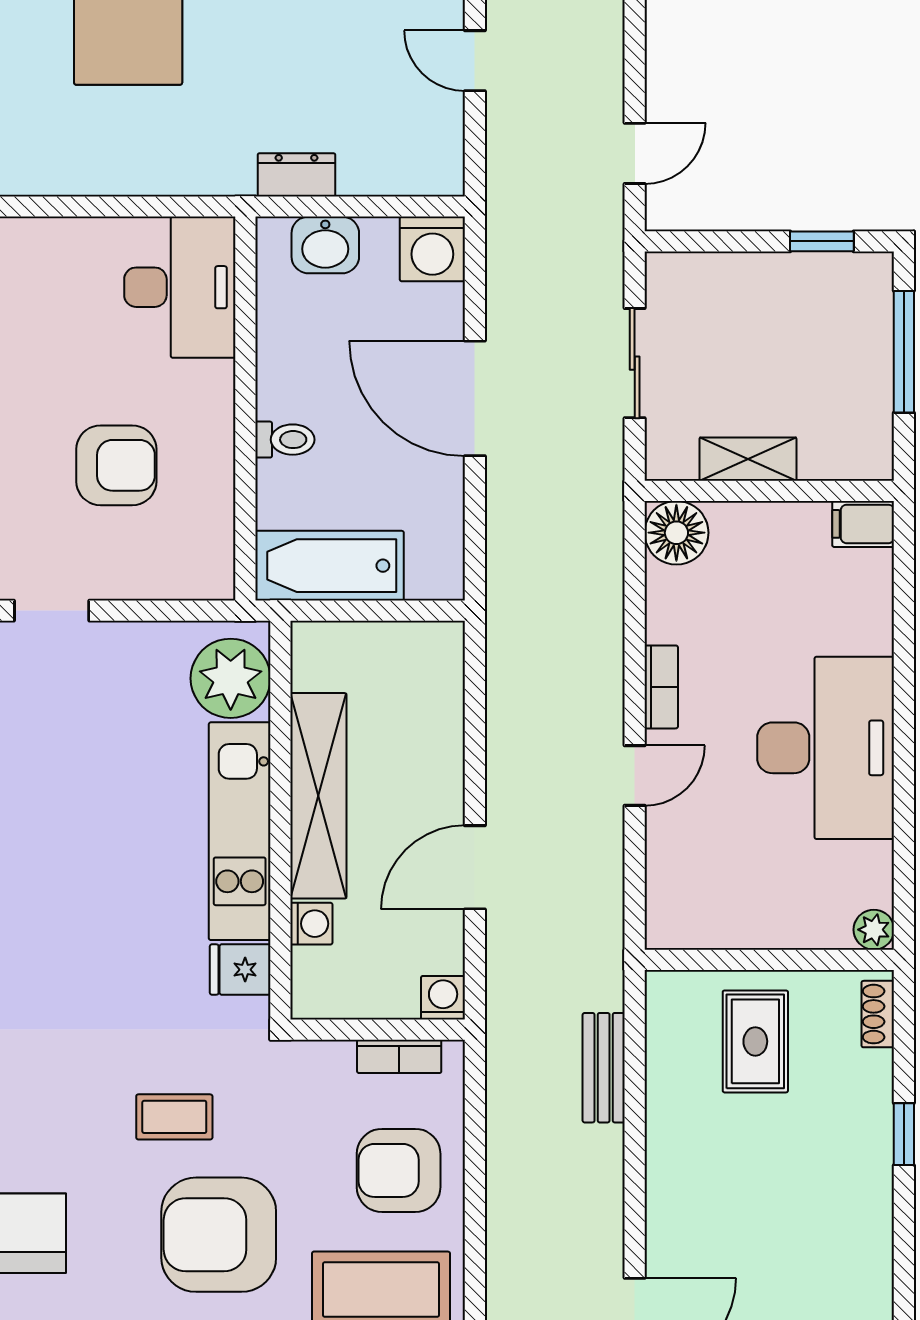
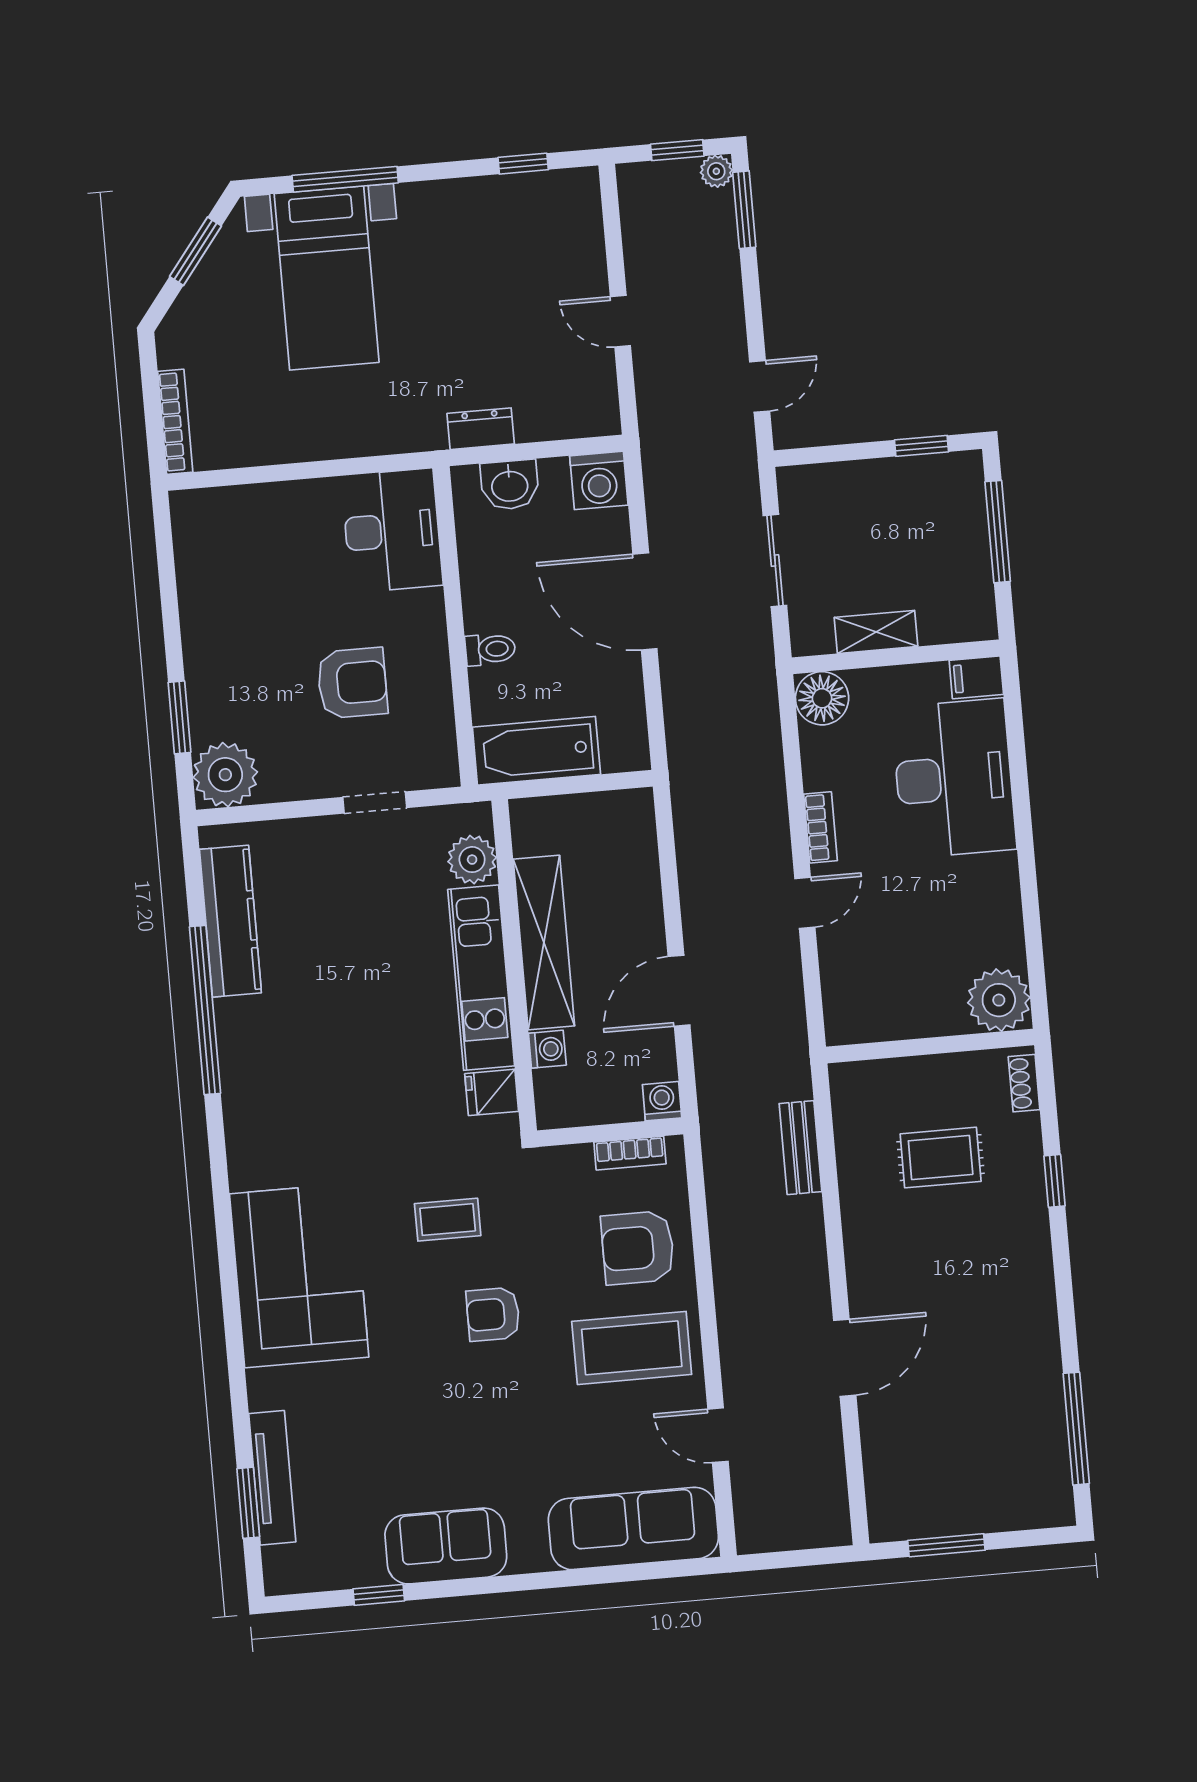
doorway: (52, 611) -> (375, 802), moved
plant: (231, 678) -> (472, 860), width x0.73, depth x0.73
desk: (826, 748) -> (954, 778), moved
plant: (874, 930) -> (999, 1000), width x1.88, depth x1.88
rug: (755, 1041) -> (941, 1158), moved, turned 90
armchair: (219, 1235) -> (493, 1314), width x0.53, depth x0.53

